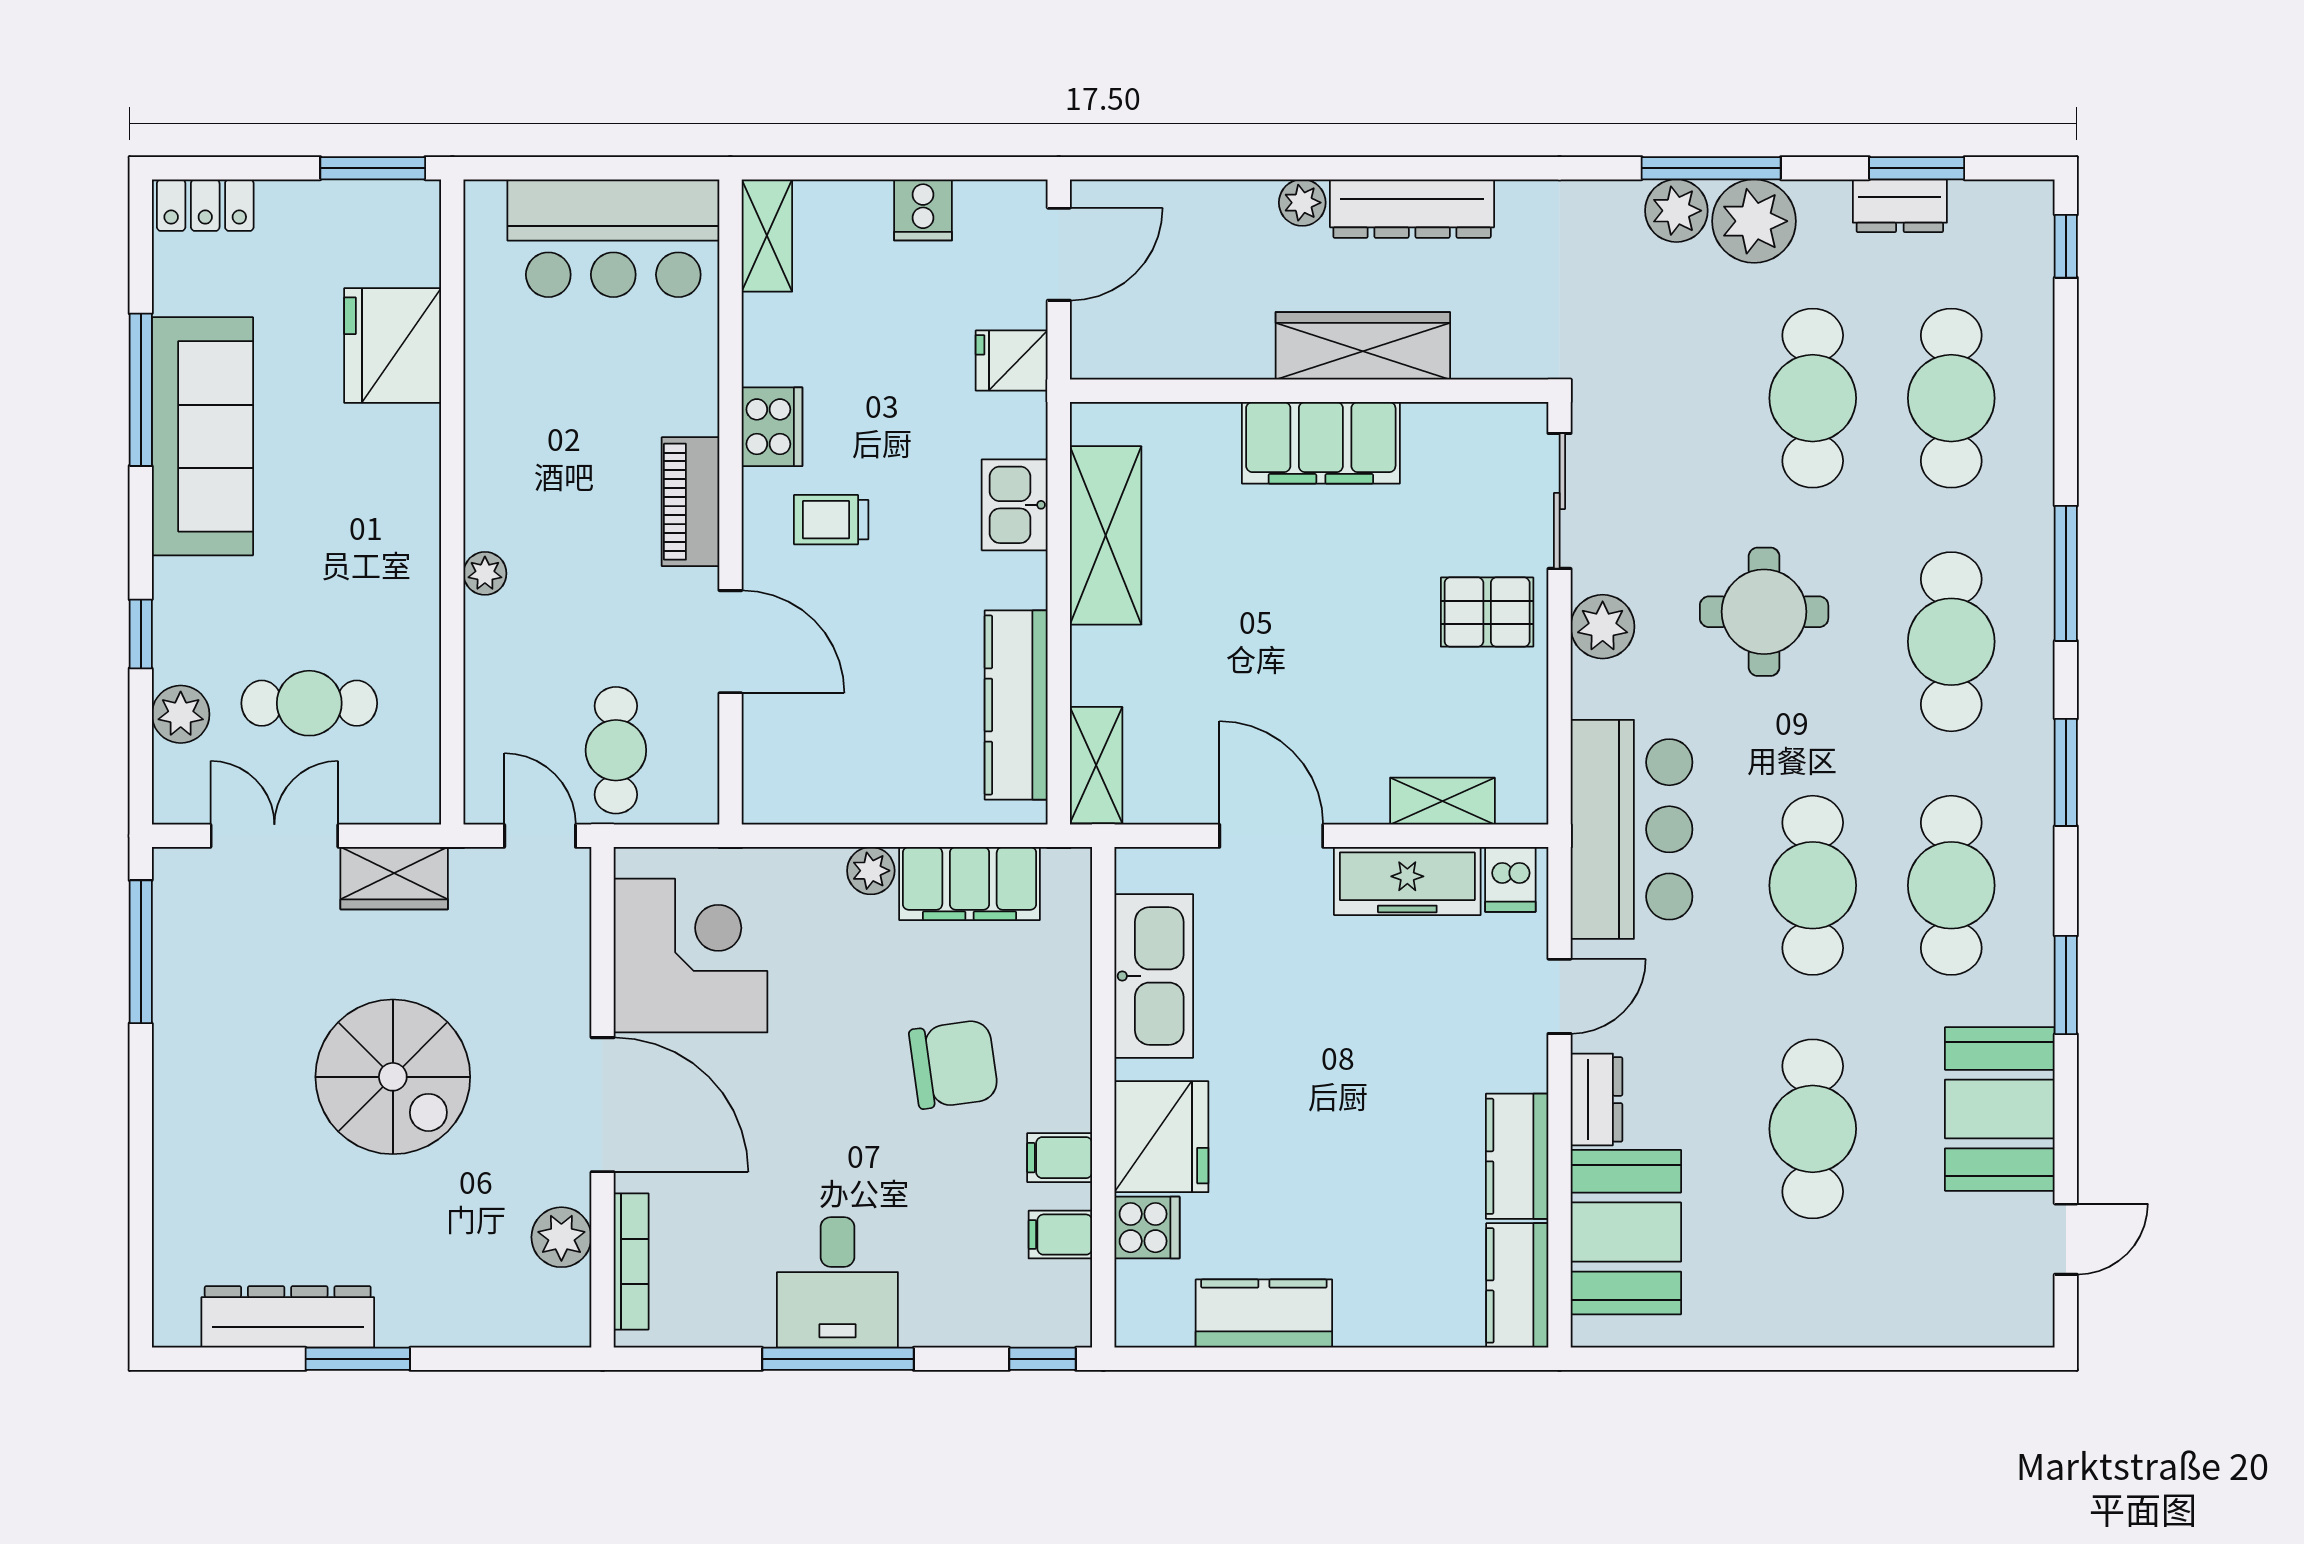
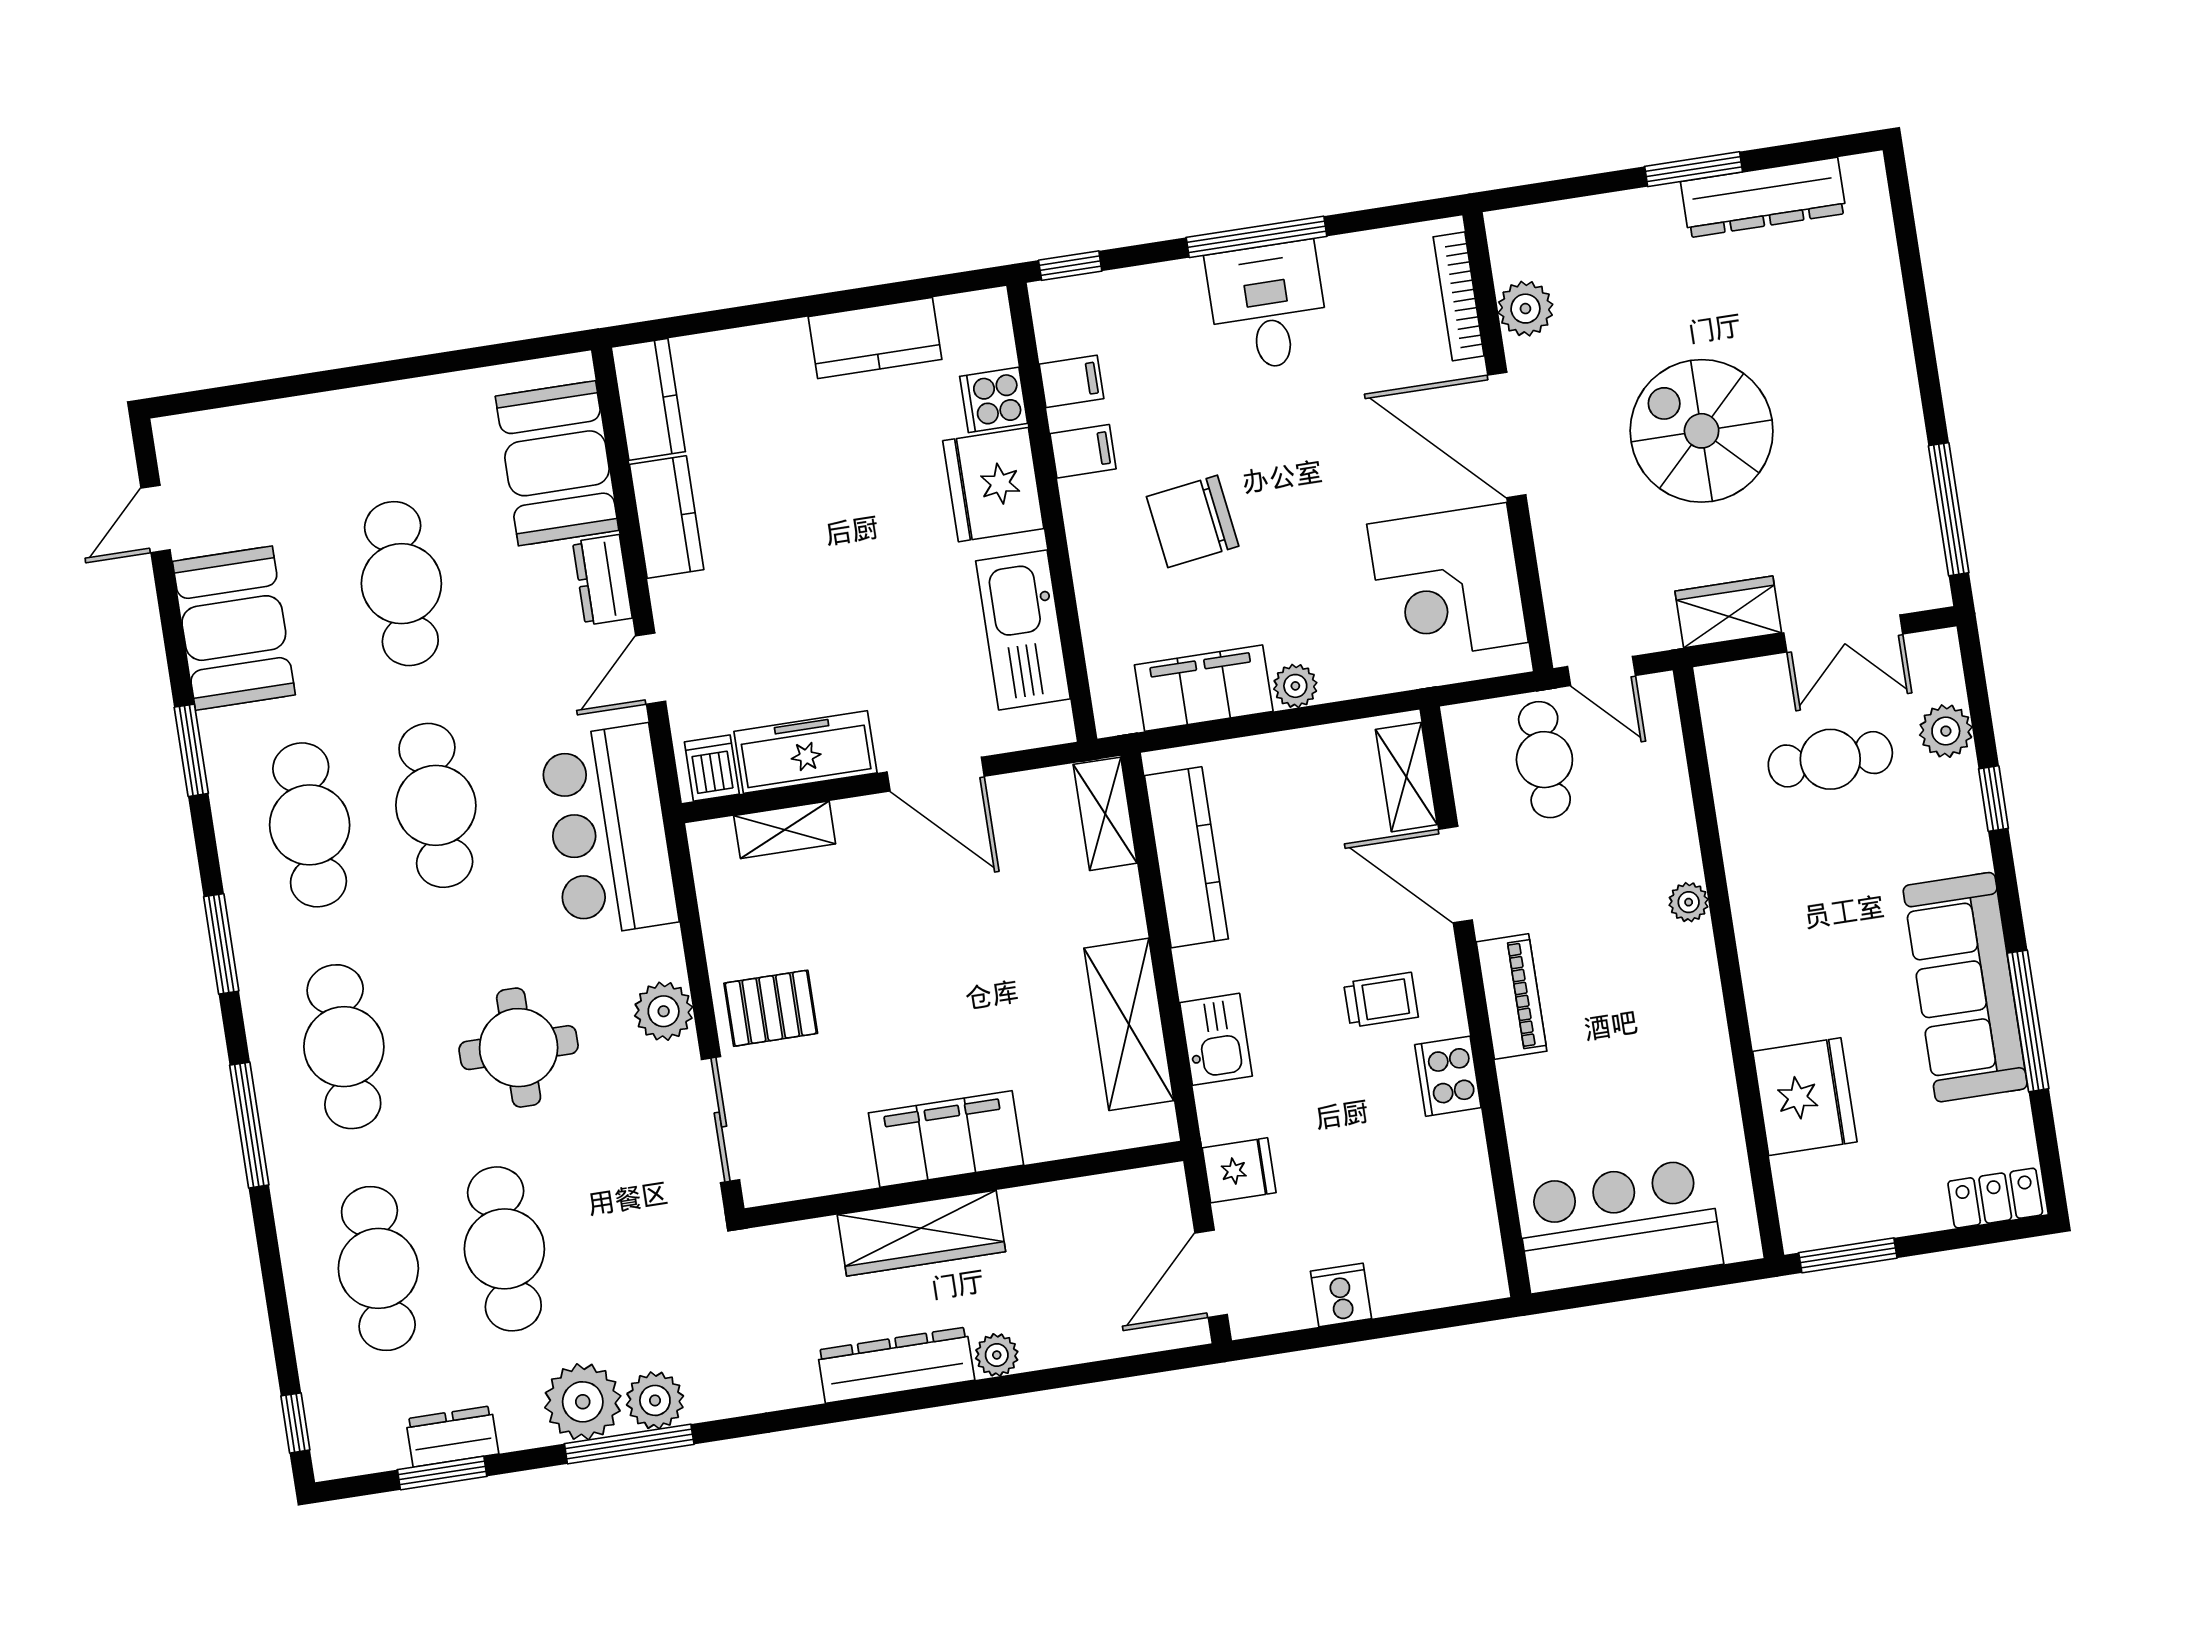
shelving: (767, 235) -> (1406, 777), moved

